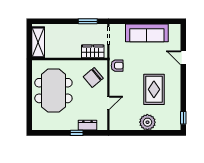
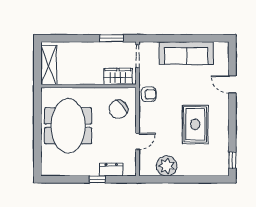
plant: (147, 122) -> (167, 166), moved

